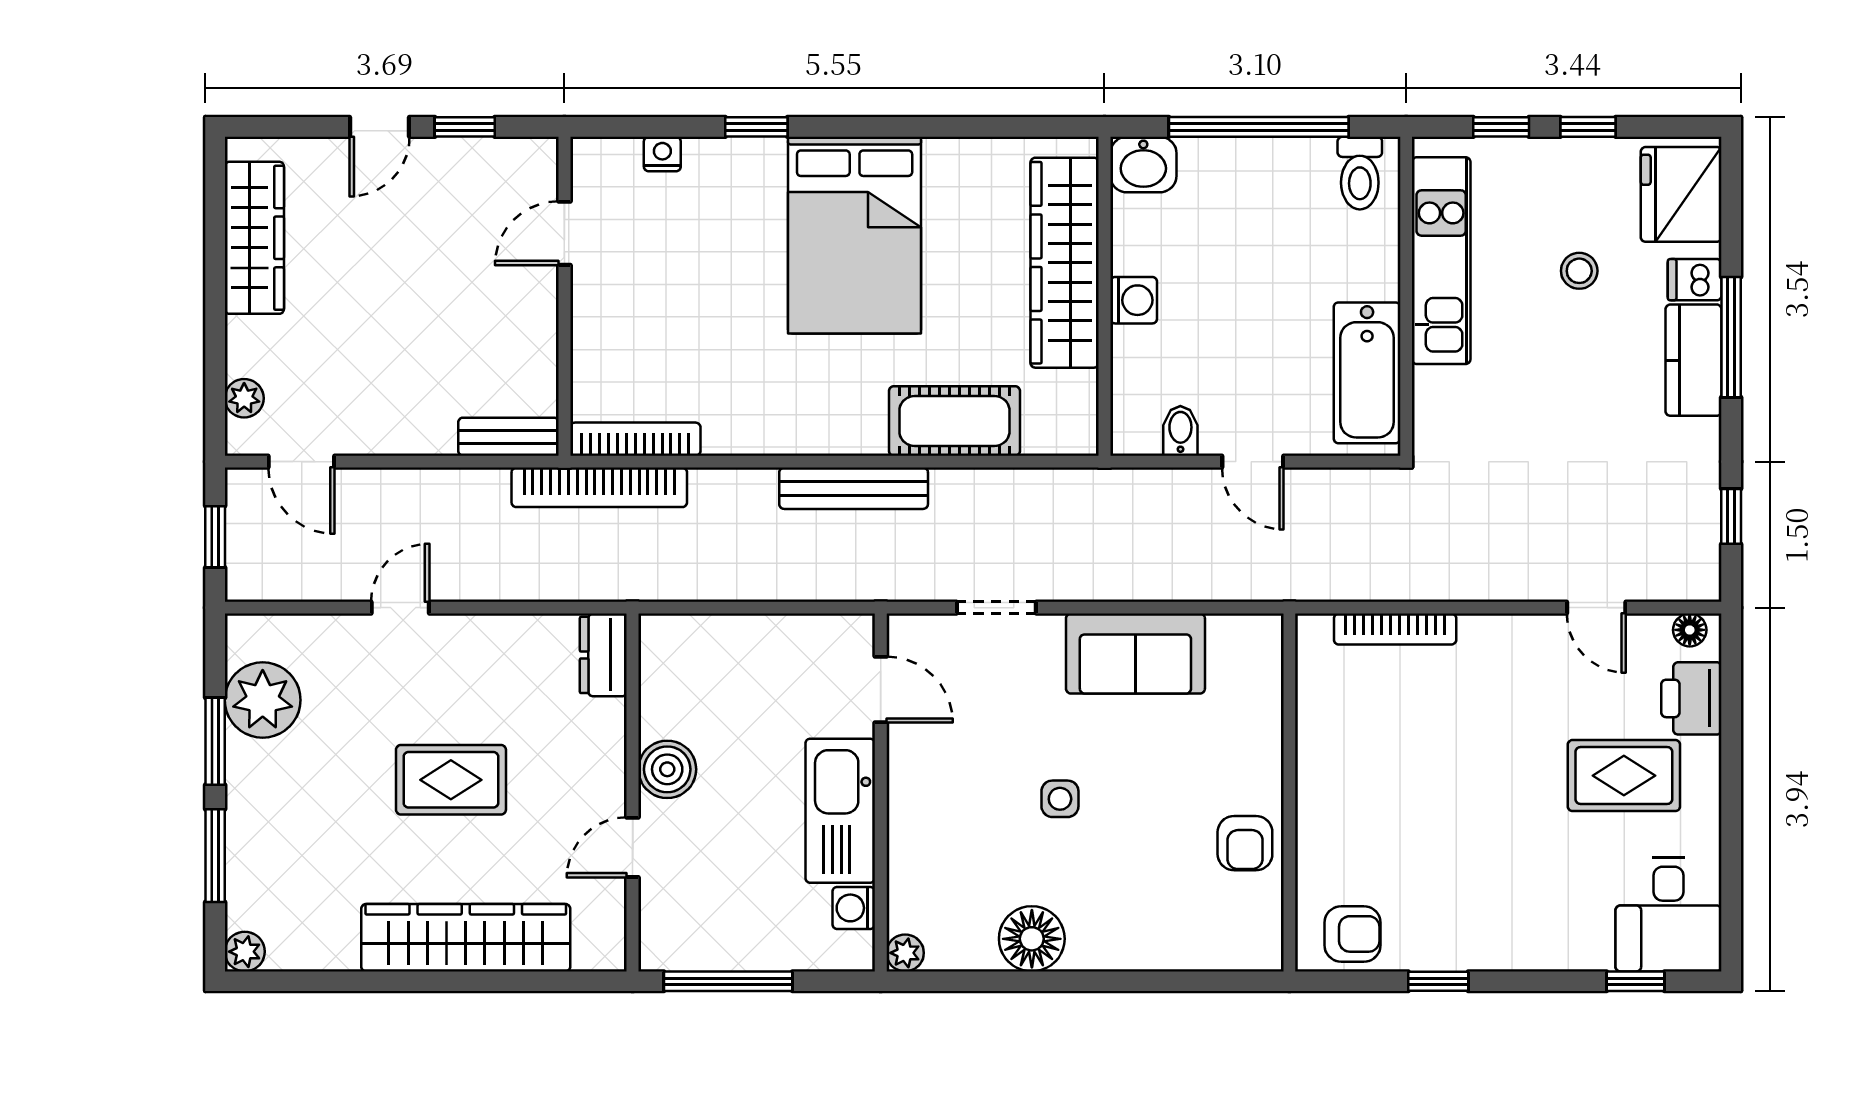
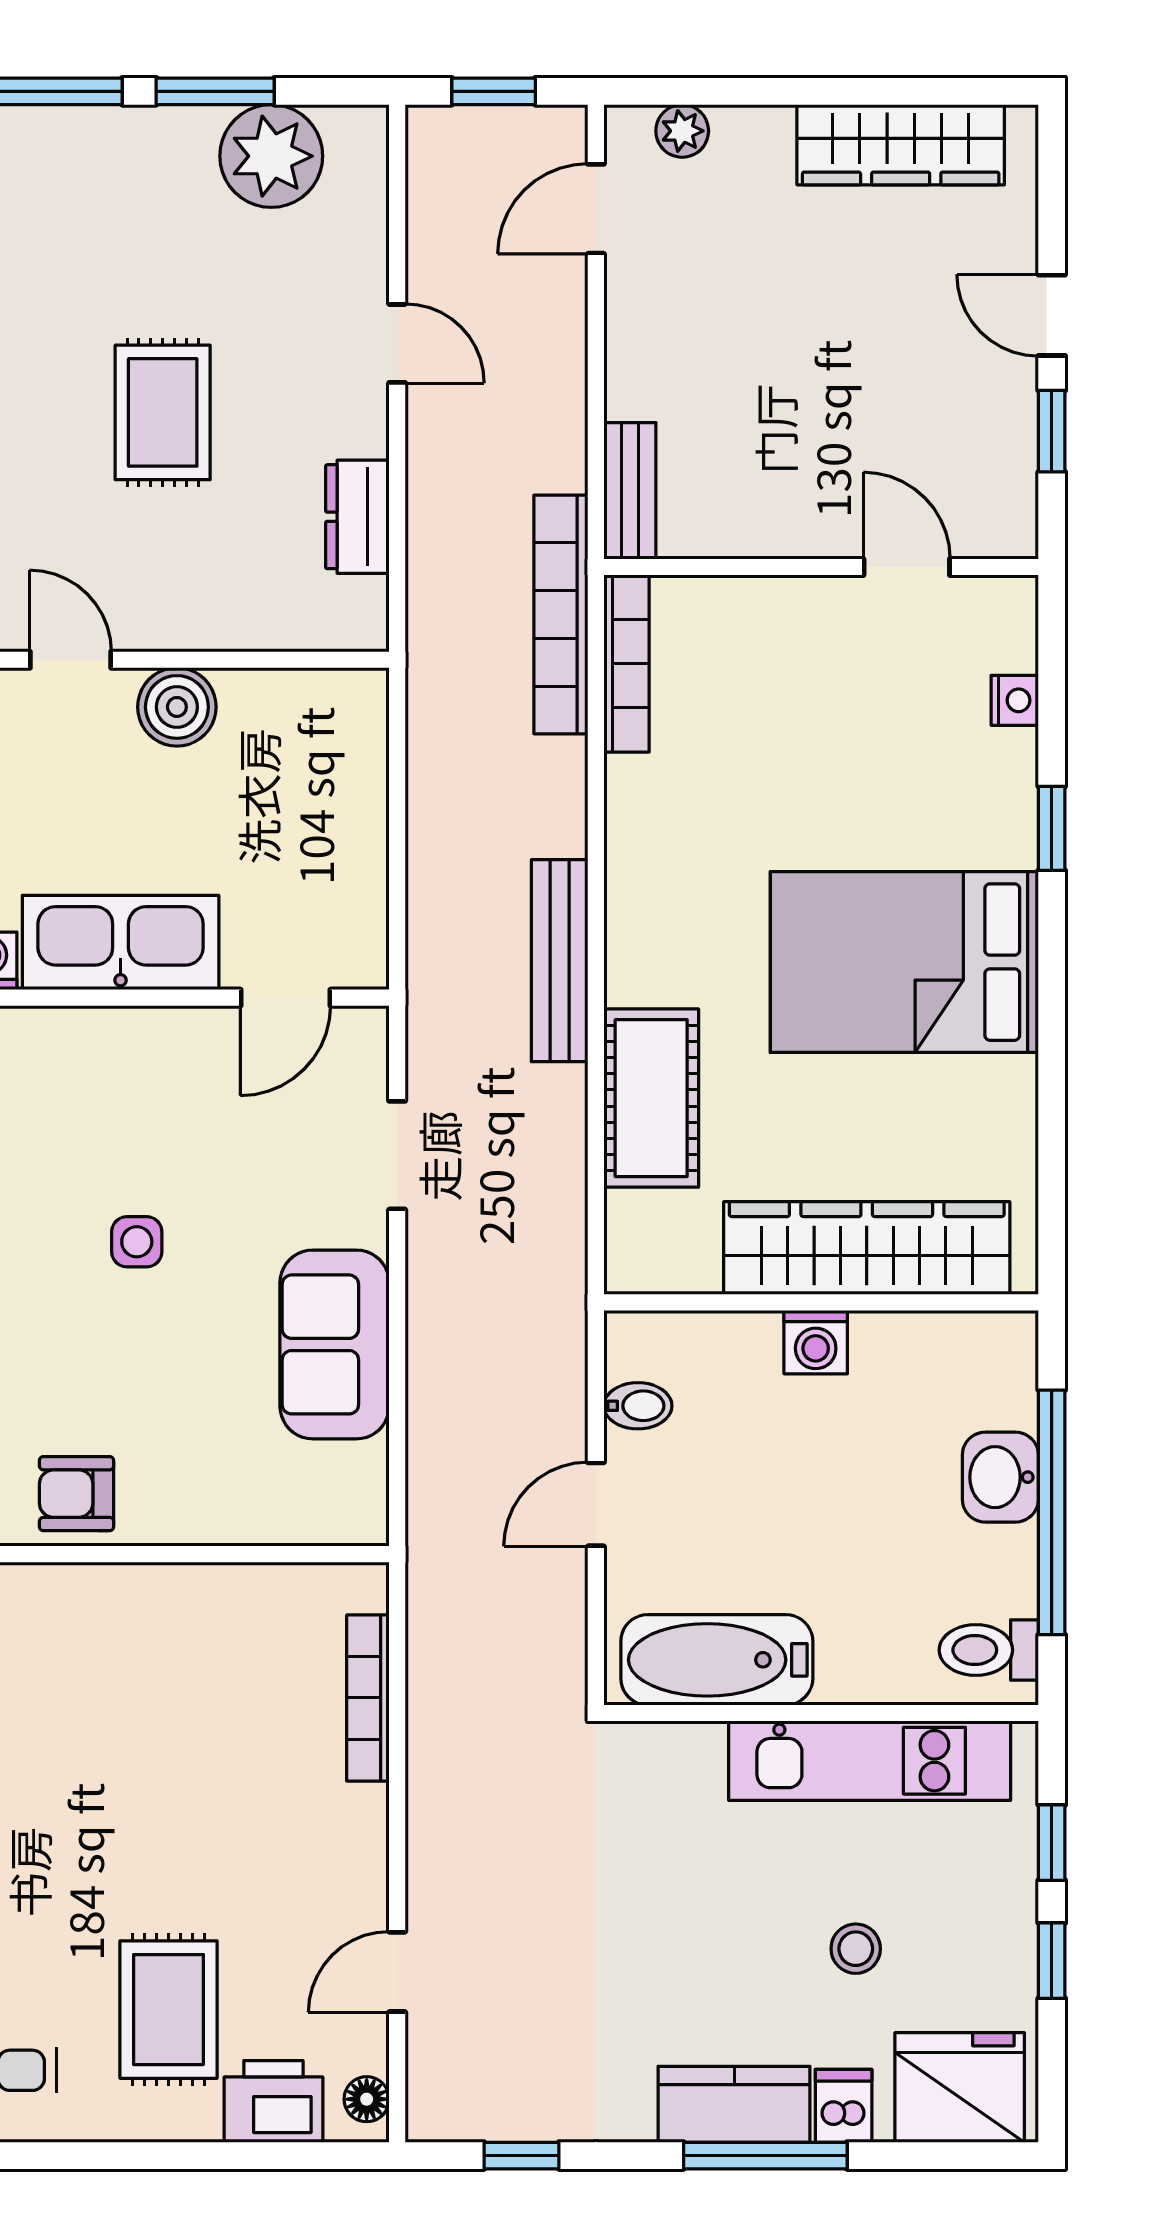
washbasin: (1143, 165) -> (1000, 1477), moved
dresser: (603, 655) -> (357, 517), moved, turned -90

